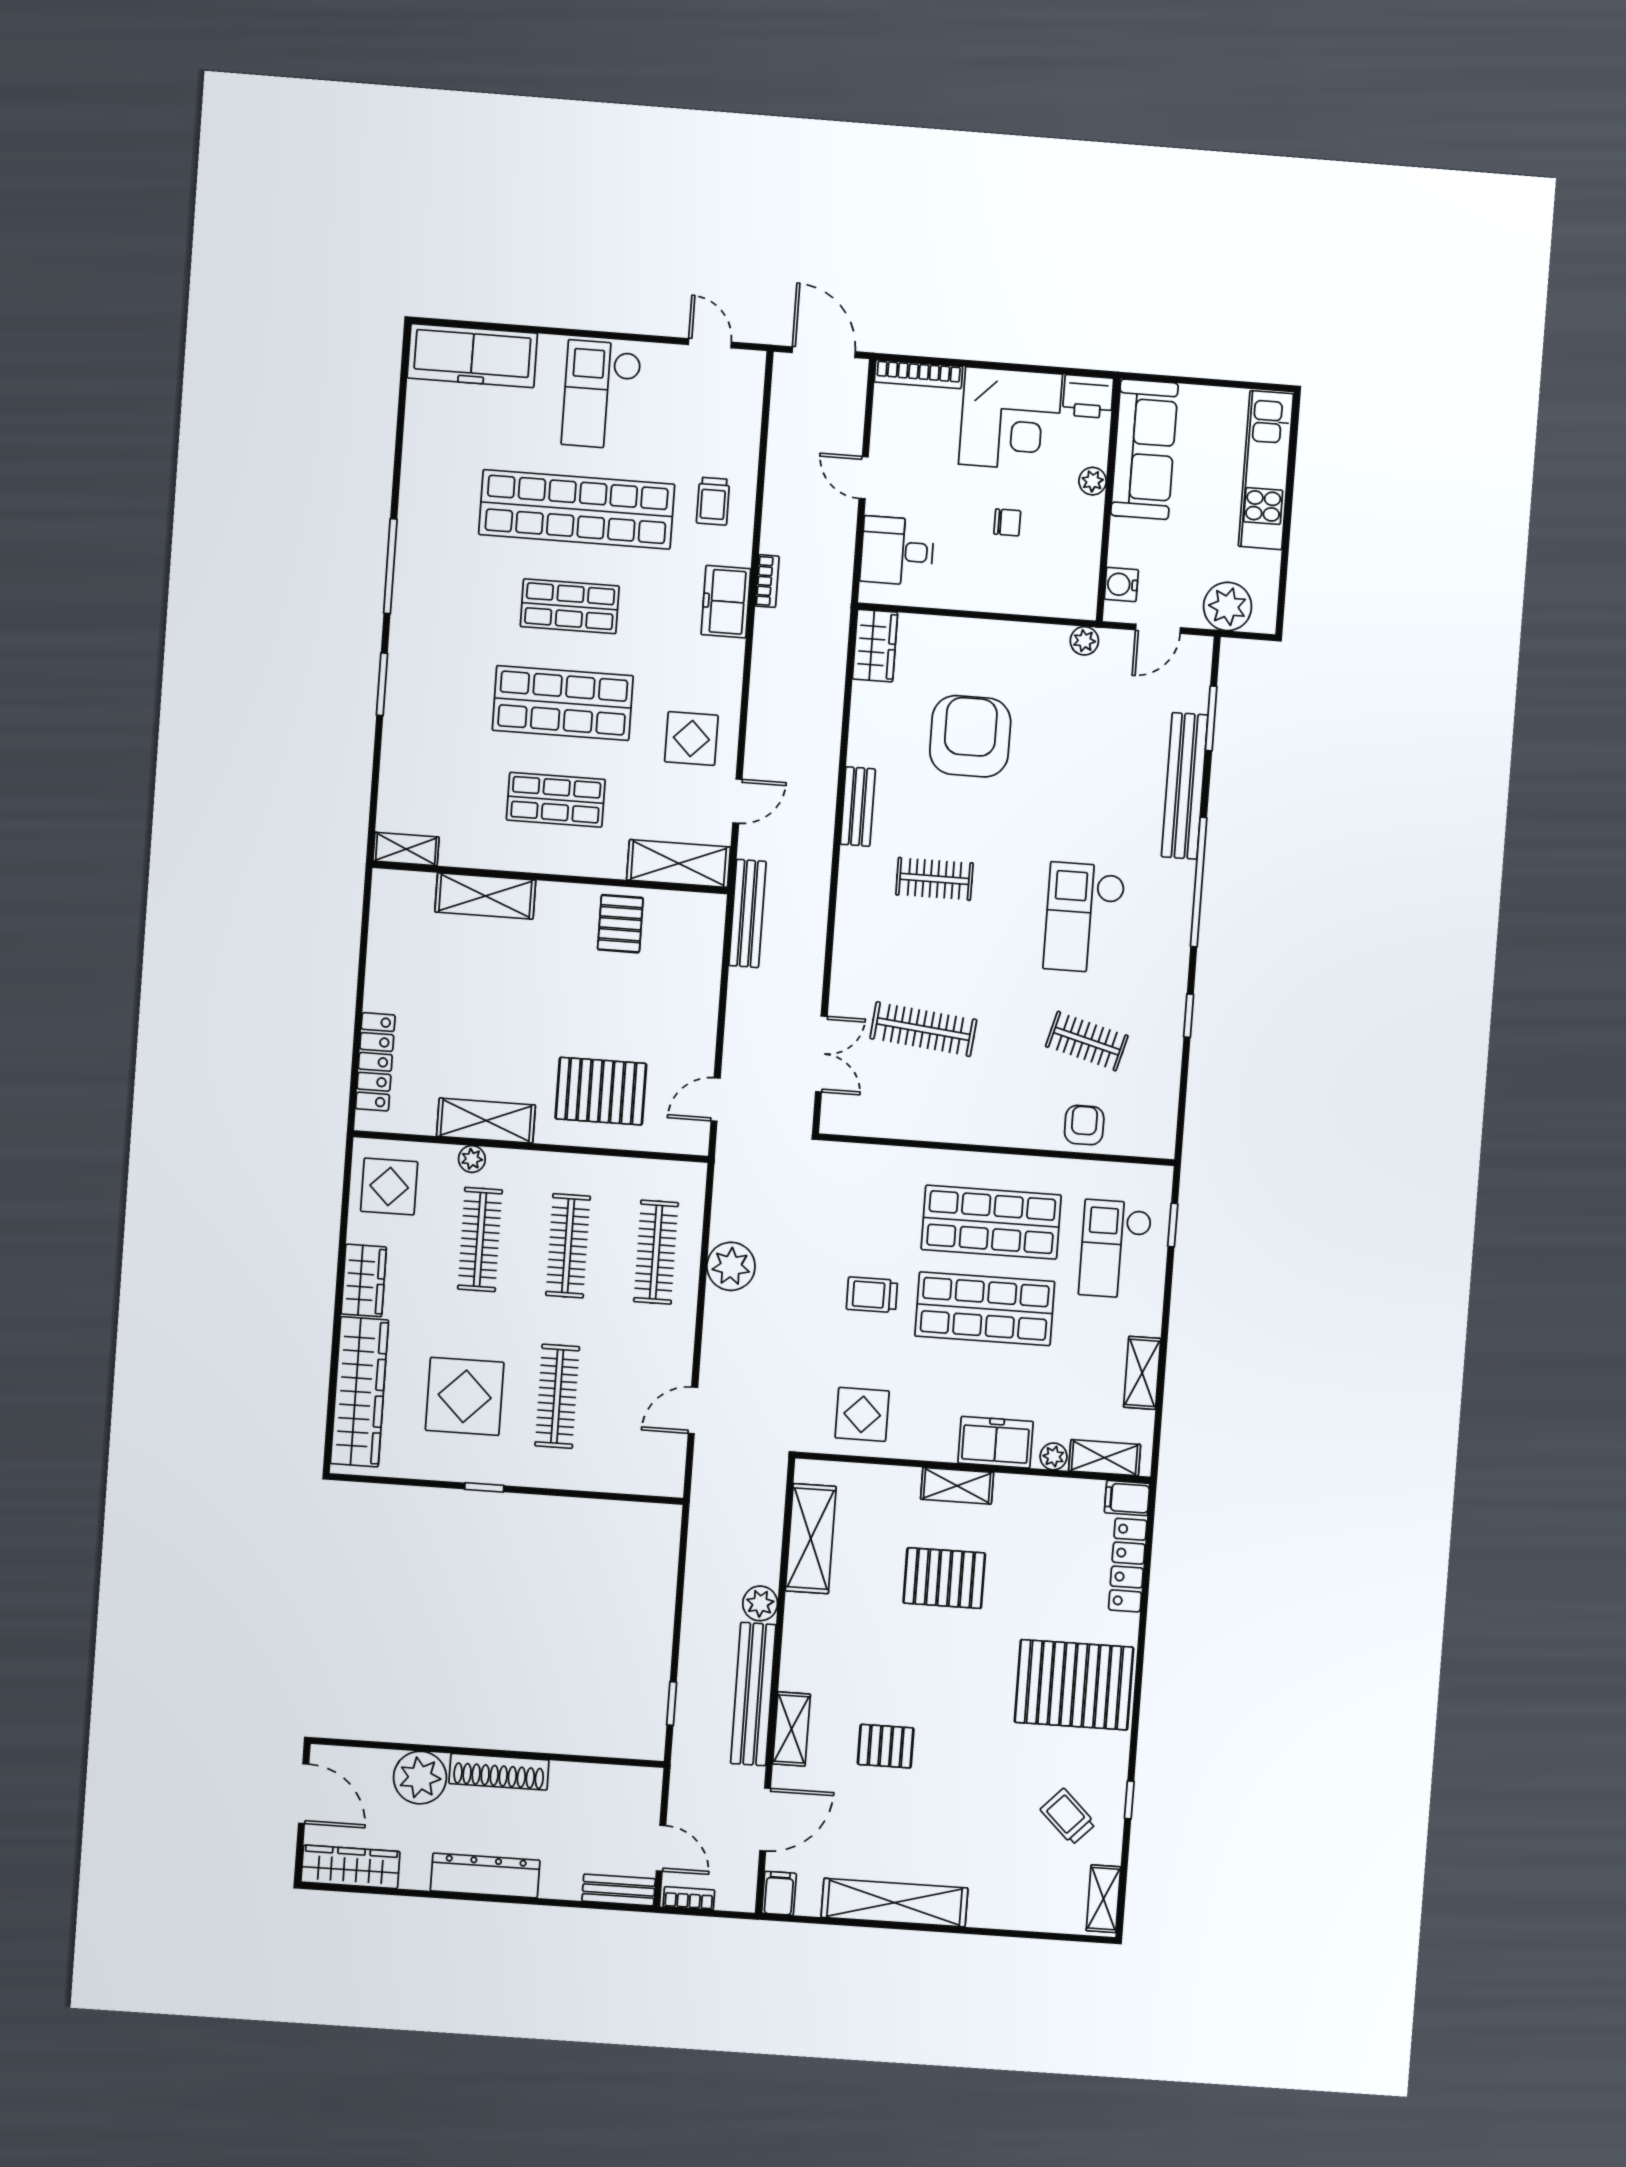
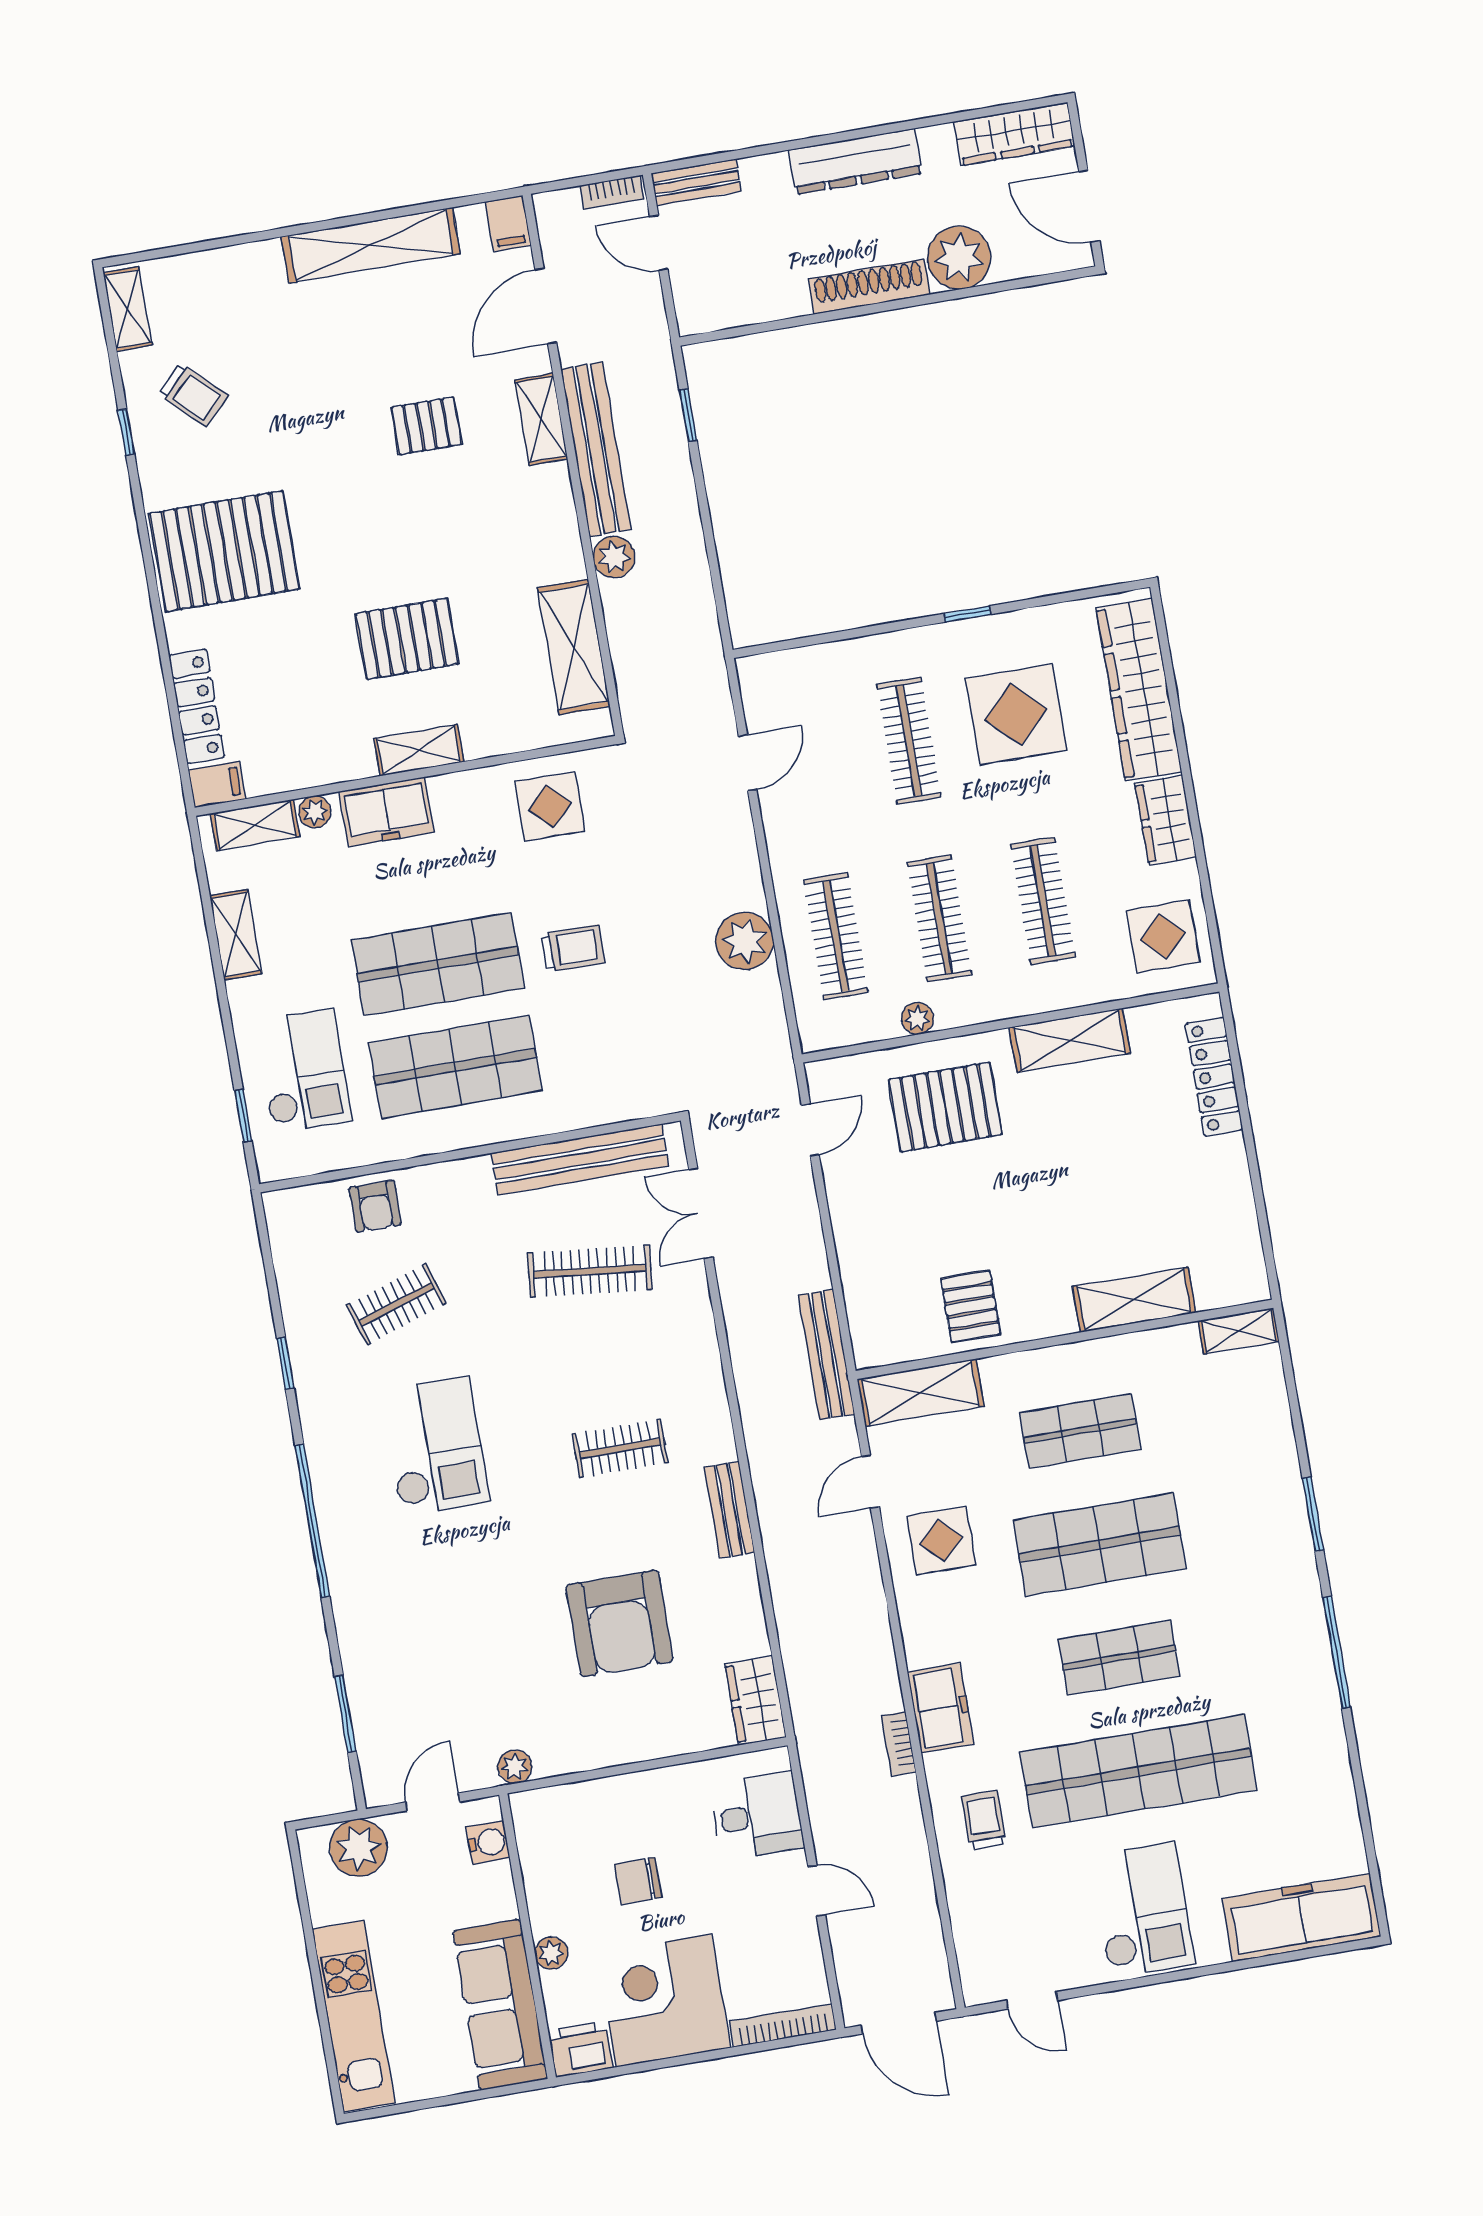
chair: (1007, 522) -> (638, 1881), width x1.37, depth x1.37
bench: (1185, 786) -> (580, 1160), moved, turned 90
clothes rail: (1087, 1041) -> (396, 1304), turned -33
plant: (472, 1159) -> (917, 1019), moved

